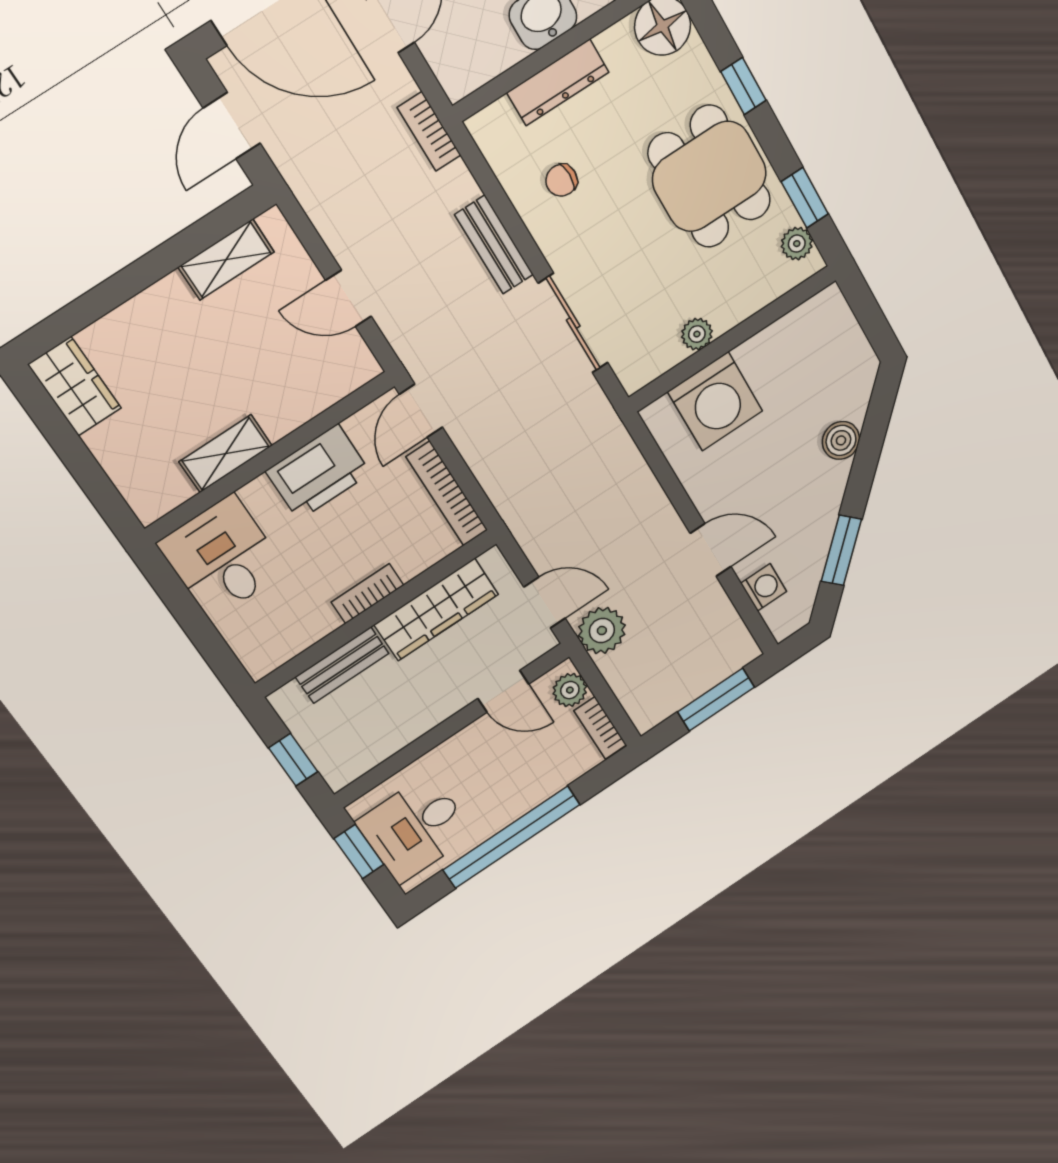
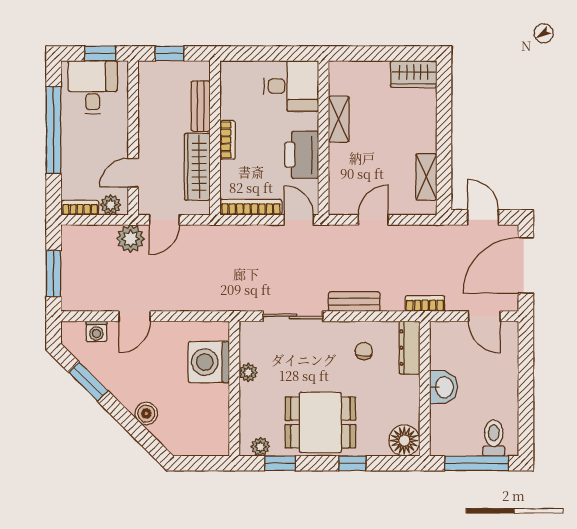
dresser: (558, 82) -> (410, 348), moved

